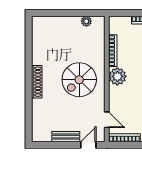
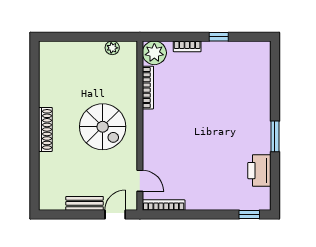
plant: (117, 76) -> (154, 53), moved
spiral stairs: (79, 80) -> (103, 127), turned -90

